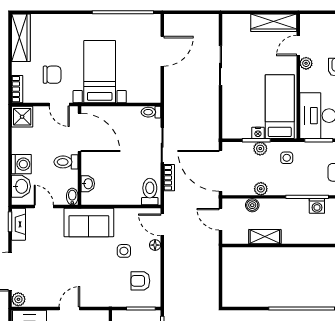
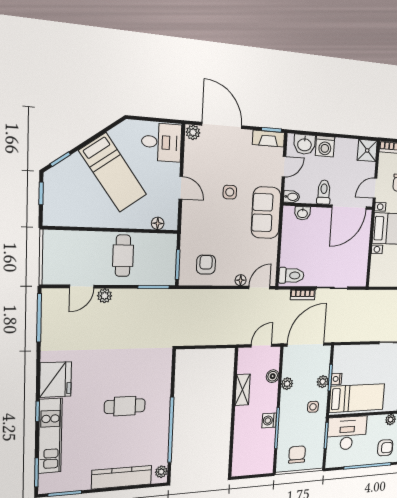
toilet: (151, 112) -> (362, 277), removed
washing machine: (317, 206) -> (269, 420), moved
side table: (124, 251) -> (230, 192), moved

